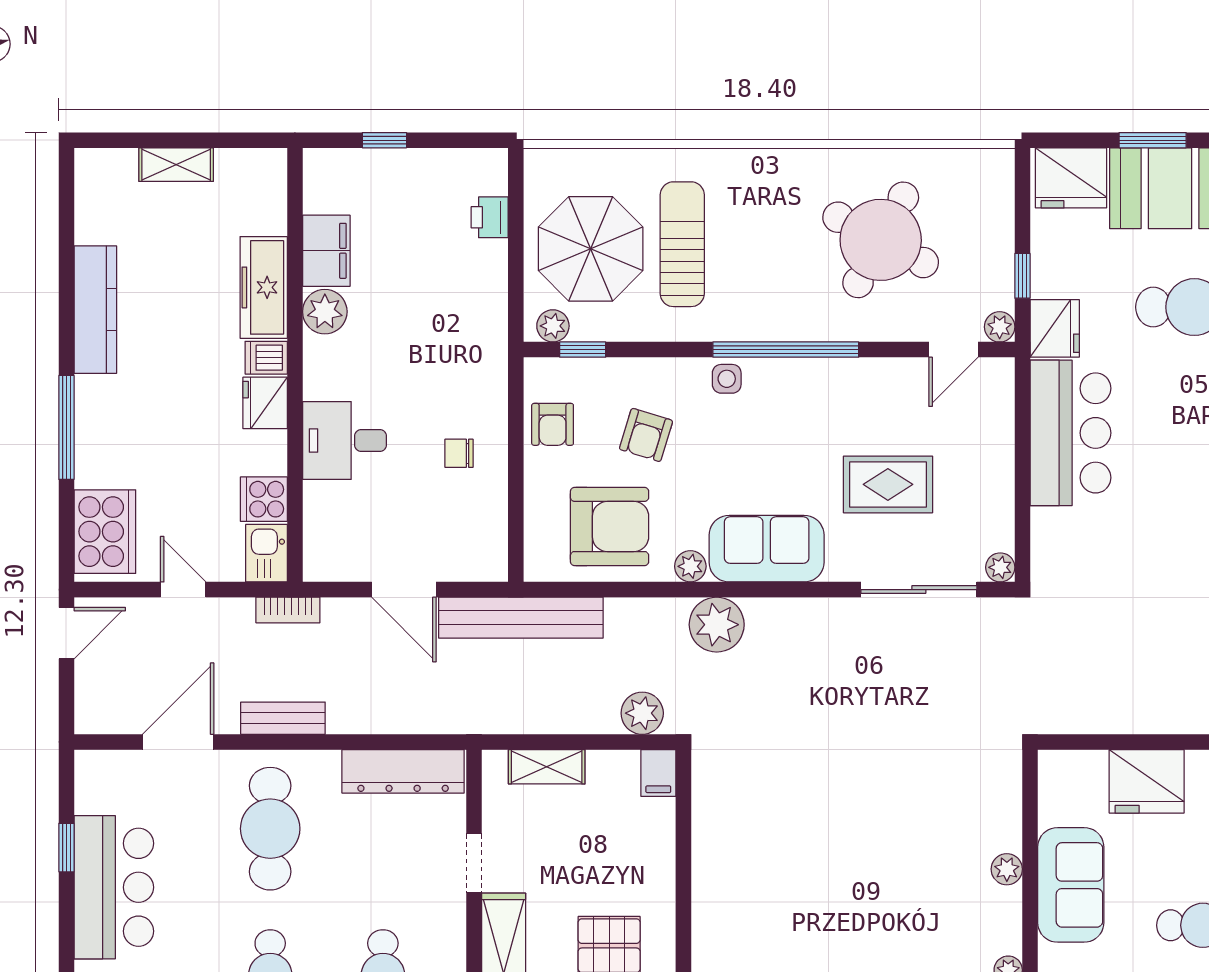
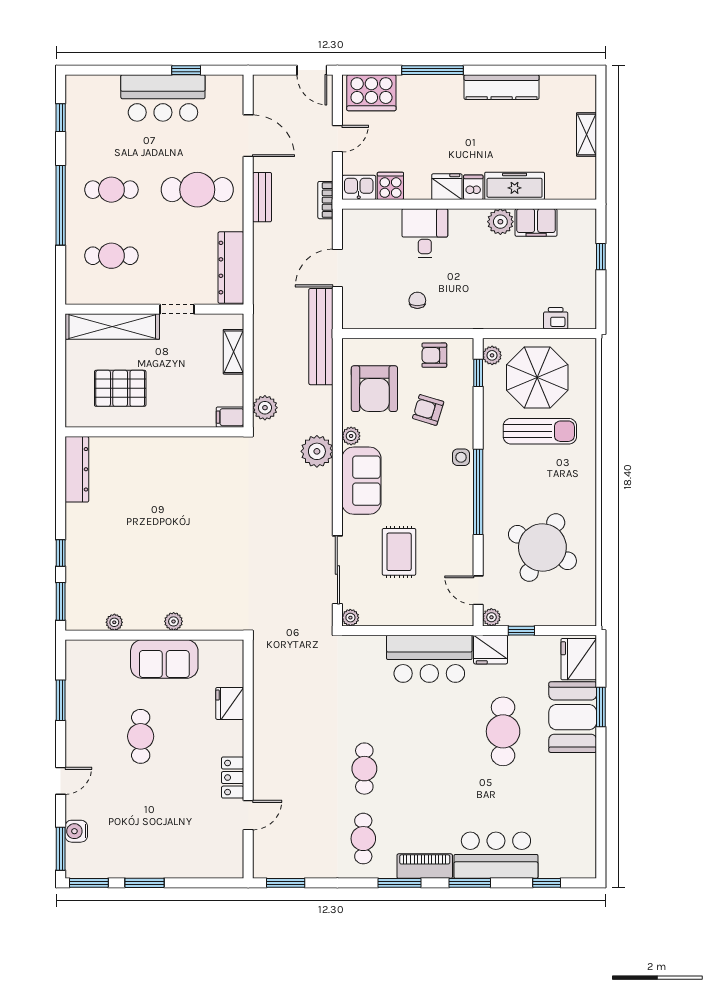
fridge: (1147, 781) -> (230, 703), width x0.73, depth x0.75

